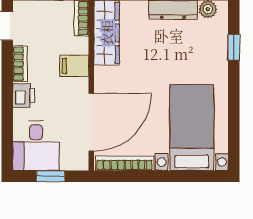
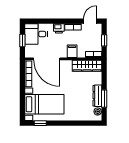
window: (234, 47) -> (40, 123), moved

